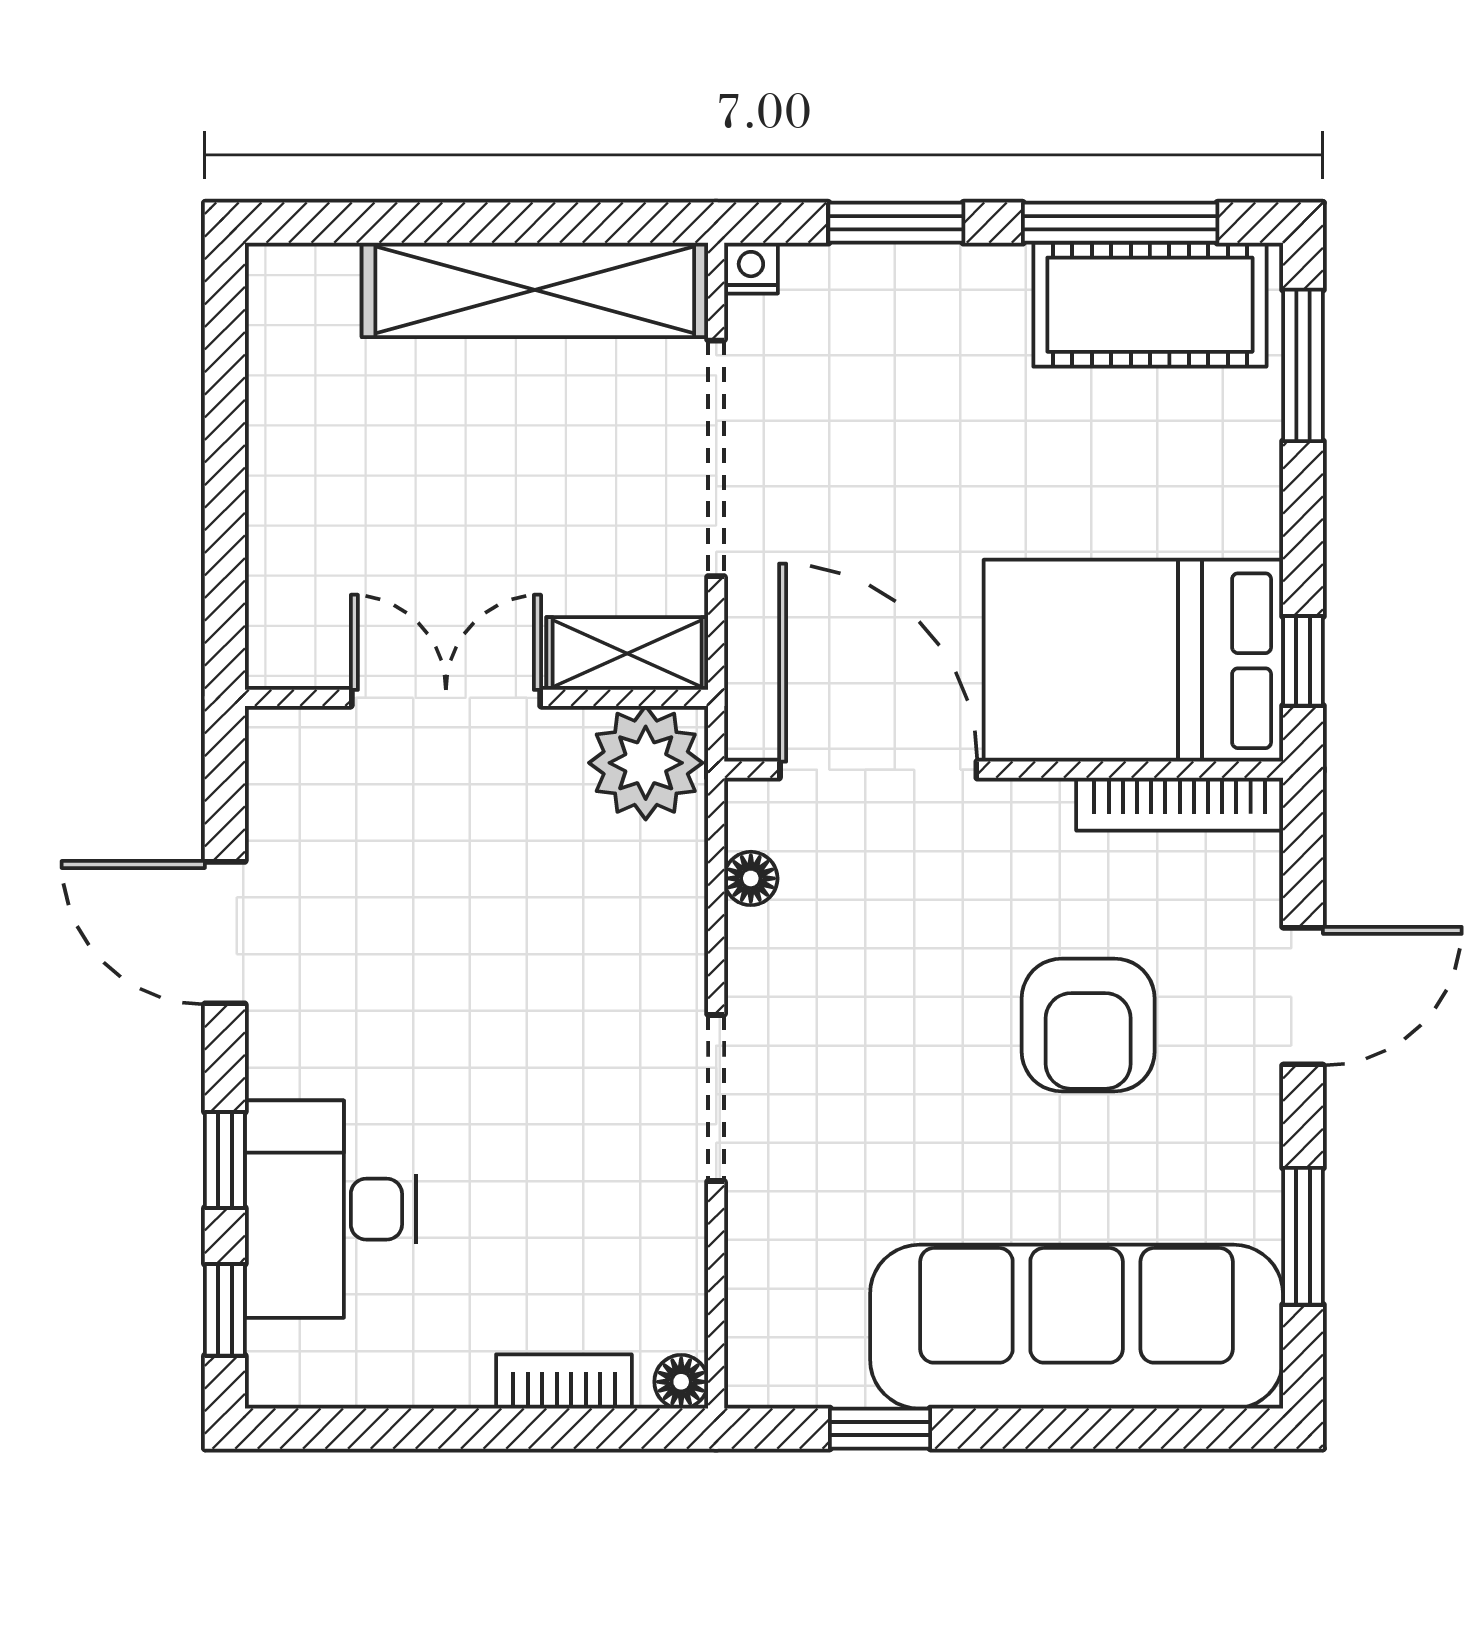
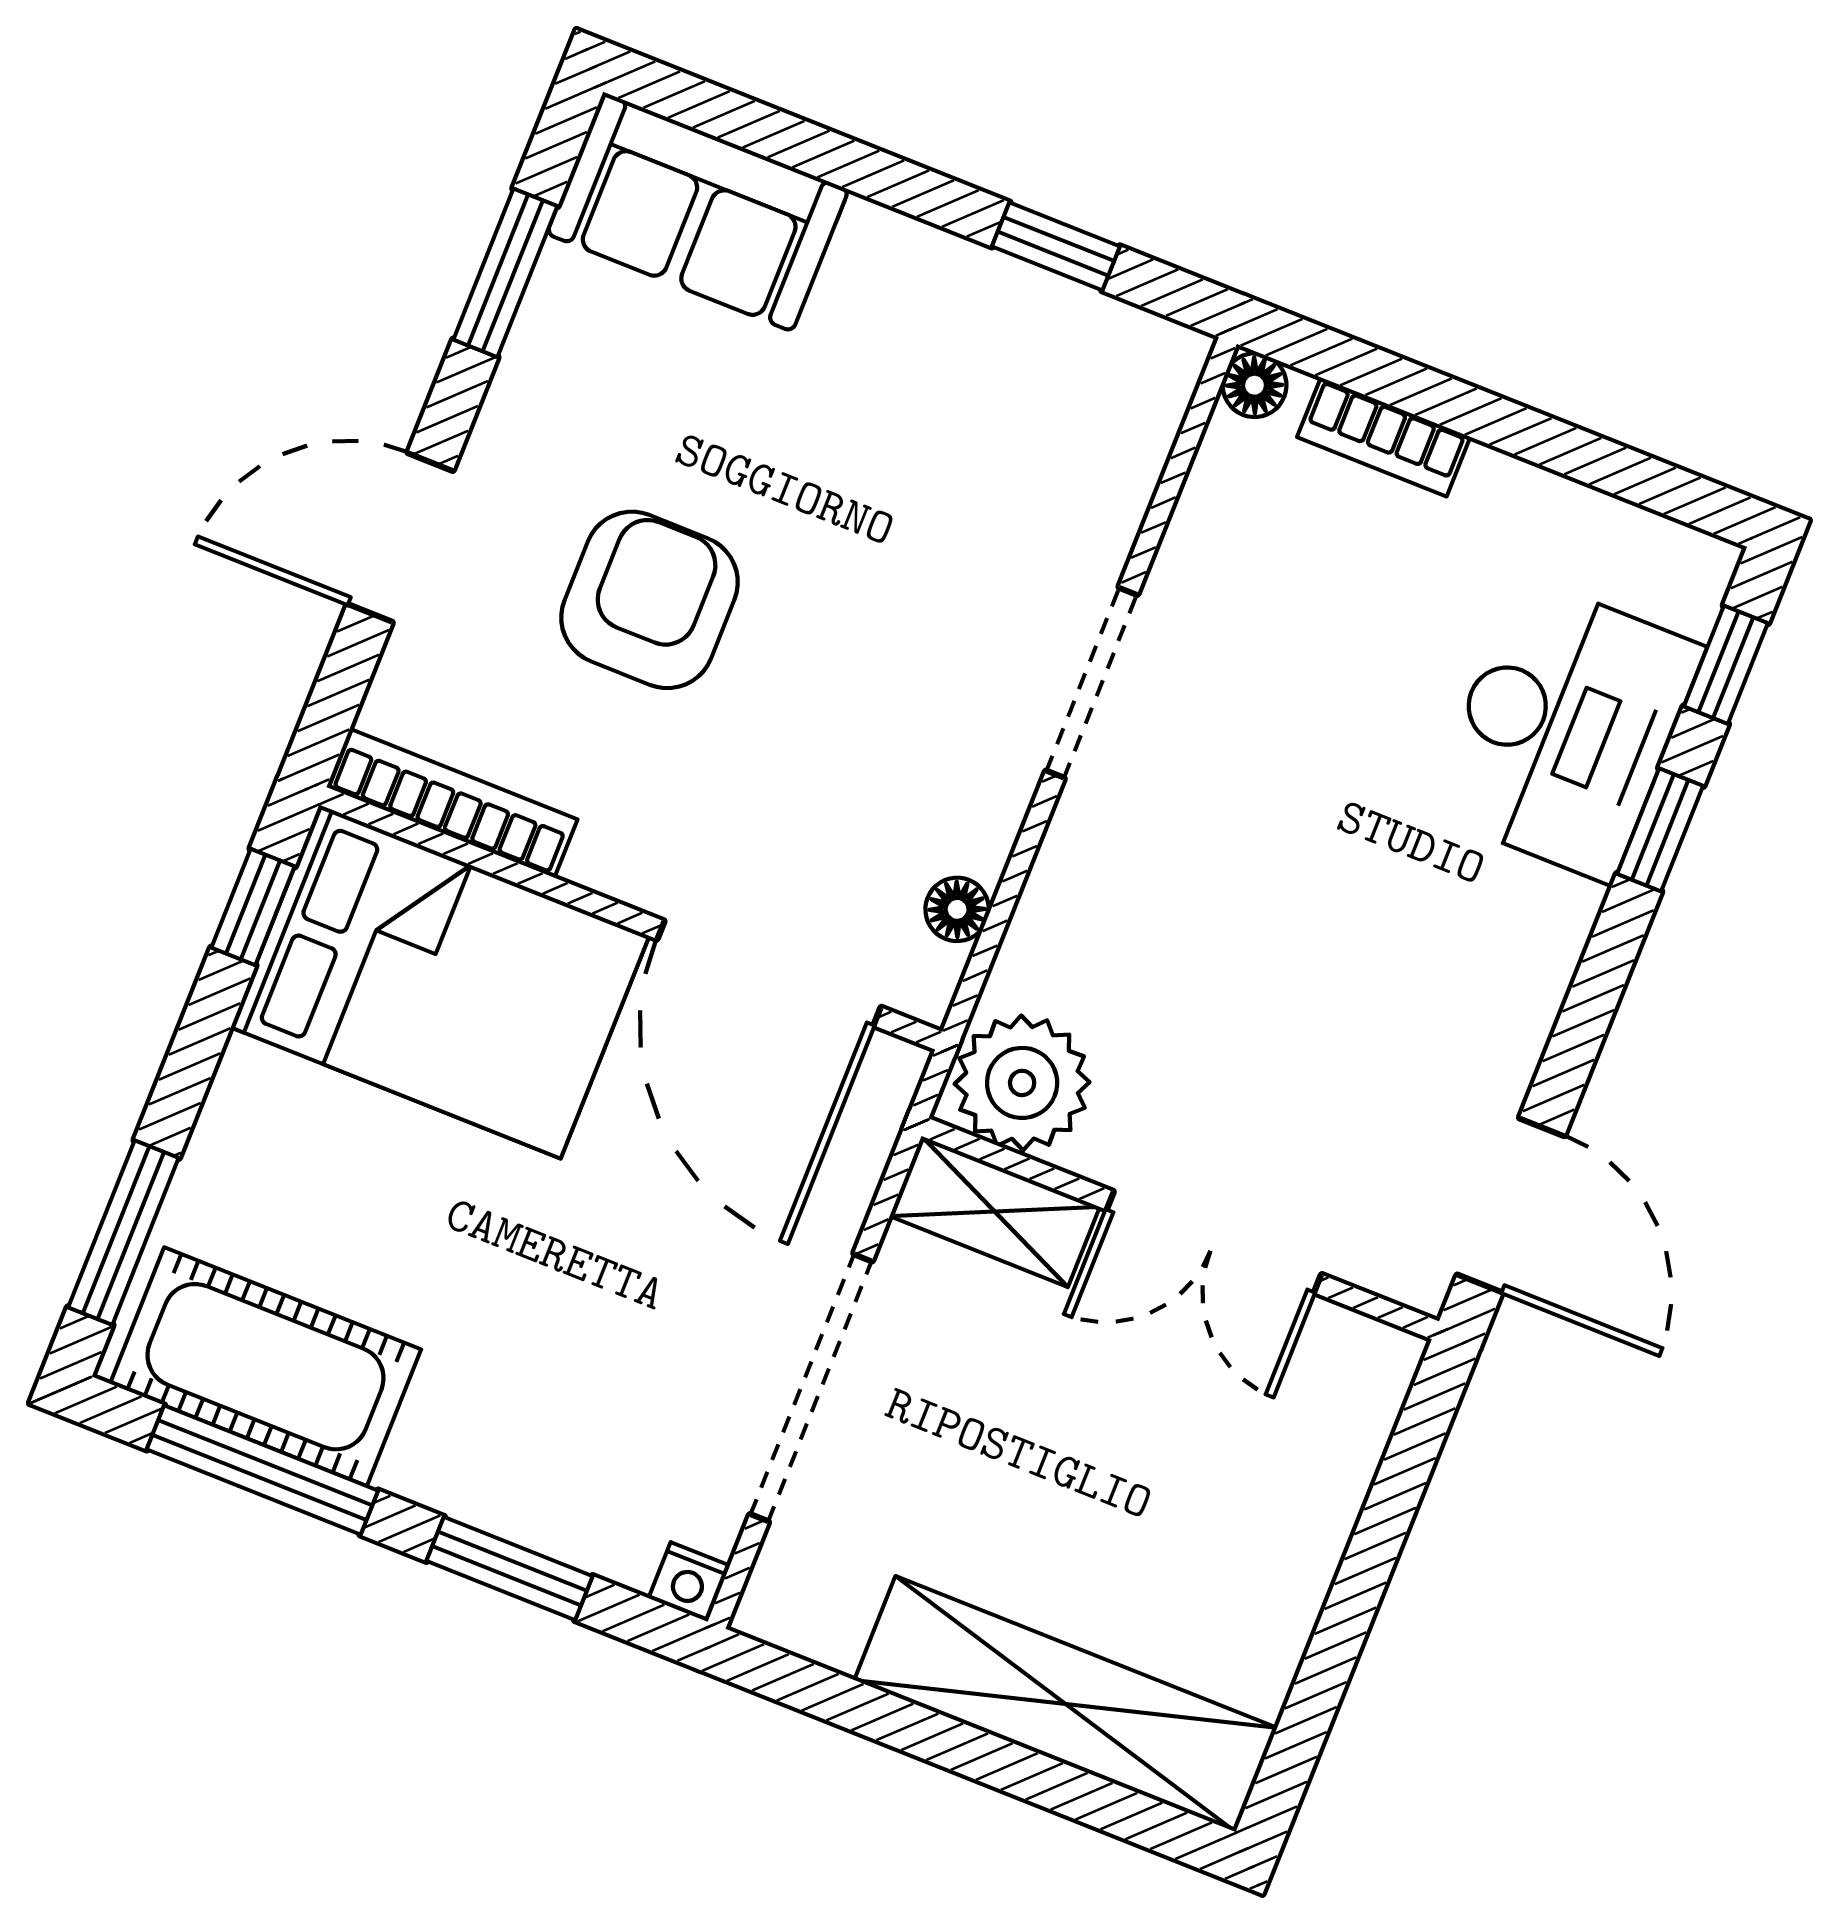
shelving: (535, 290) -> (1066, 1704), moved
door: (225, 933) -> (1511, 1205), moved
sofa: (1077, 1327) -> (698, 212), width x0.54, depth x0.79

